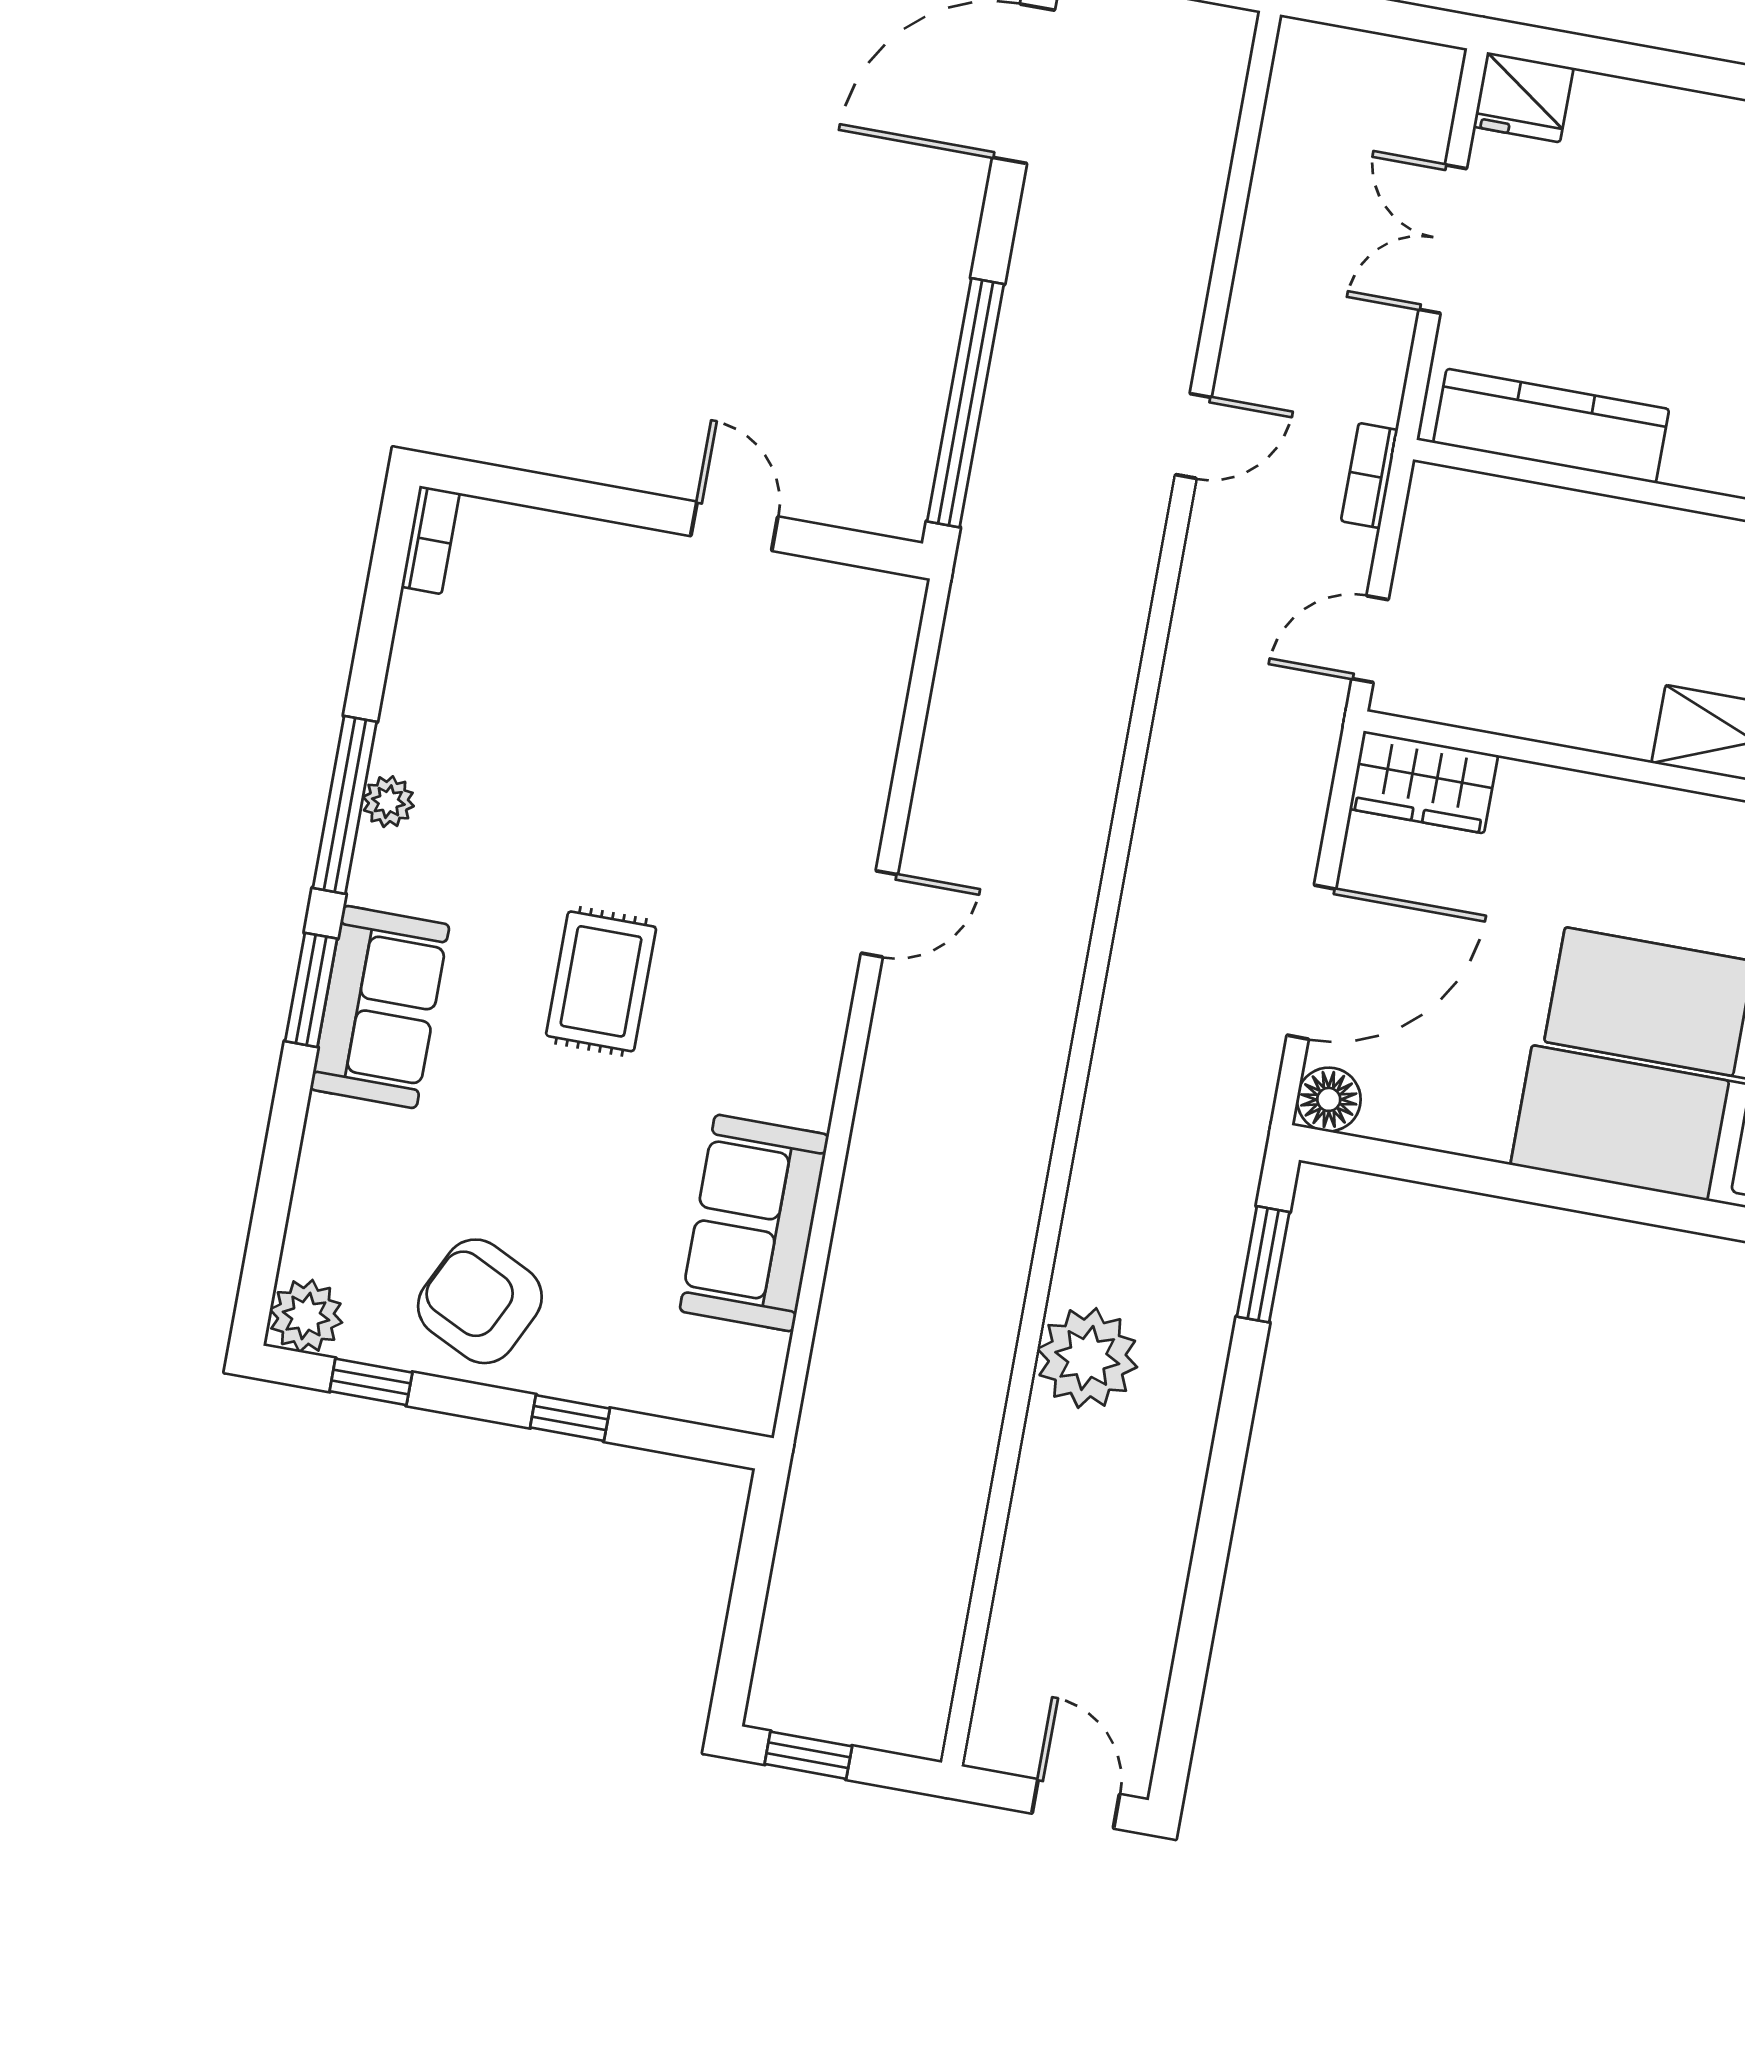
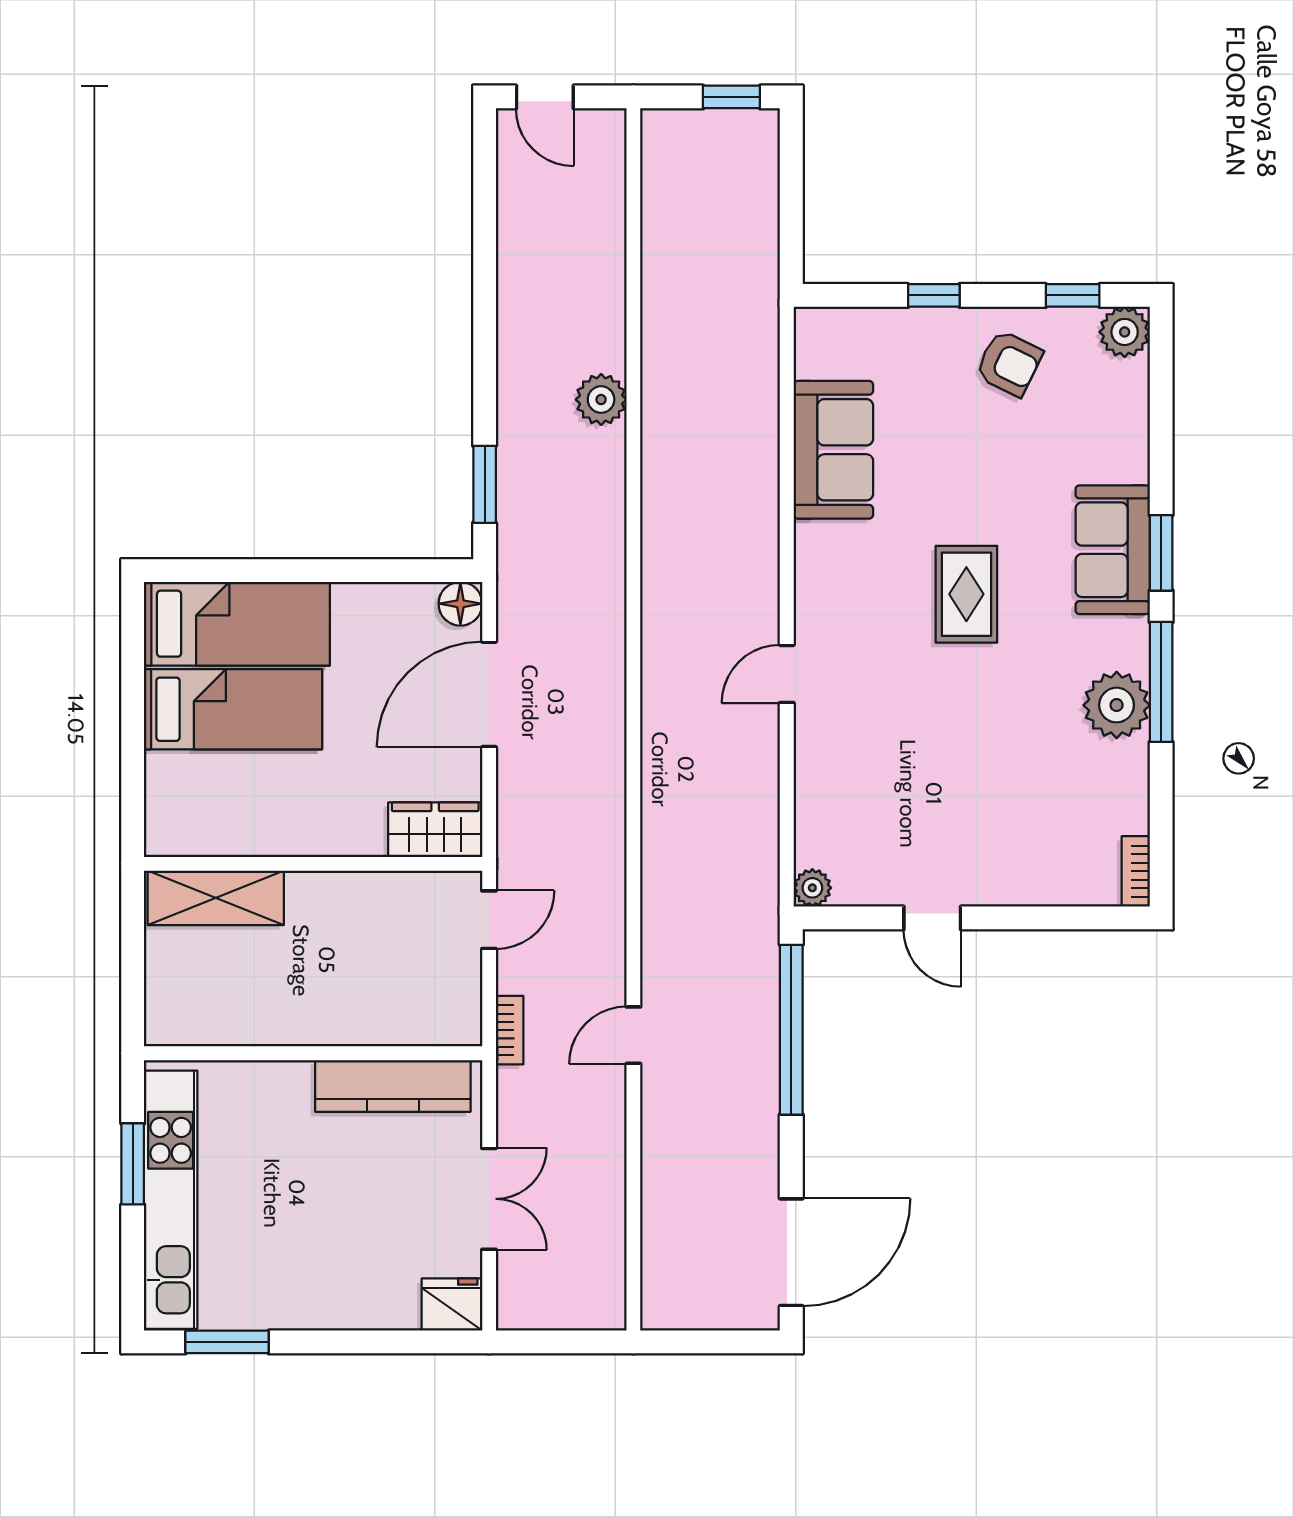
plant: (898, 601) -> (812, 888), added
plant: (388, 802) -> (1117, 705), width x1.88, depth x1.88
armchair: (480, 1301) -> (1009, 363), width x0.72, depth x0.72
plant: (1087, 1358) -> (601, 400), width x0.73, depth x0.73

